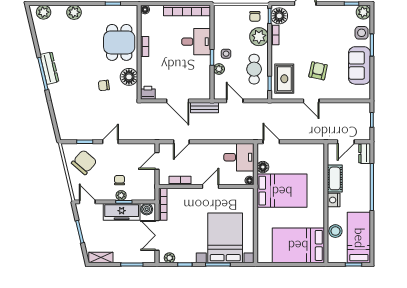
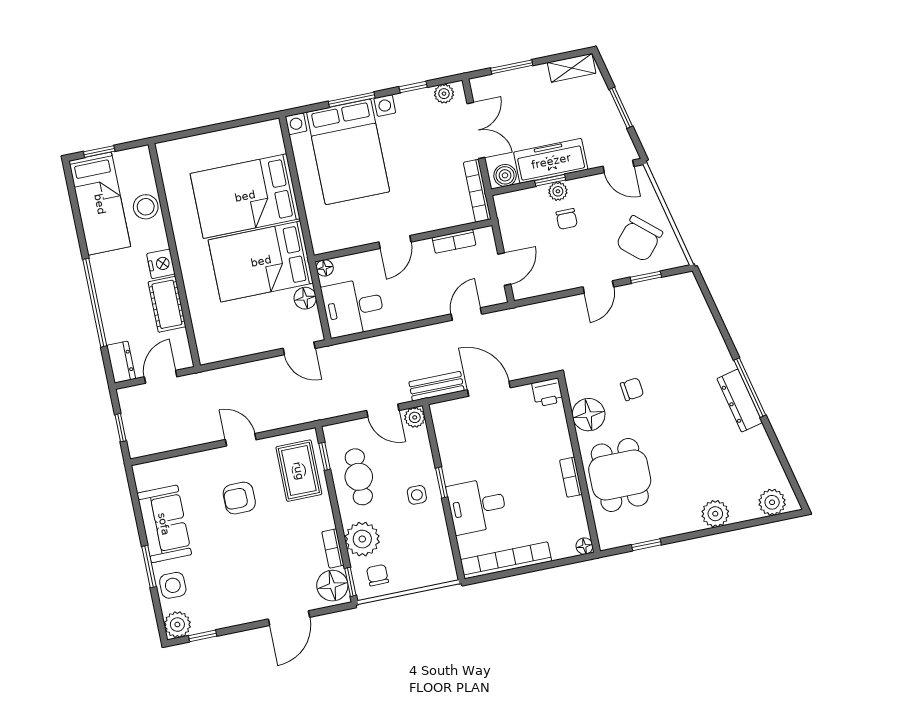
plant: (219, 69) -> (415, 417), moved
armchair: (318, 71) -> (239, 498), turned 78
bed: (298, 245) -> (245, 196), moved, turned 180

